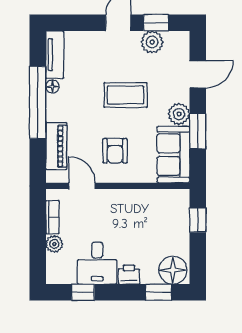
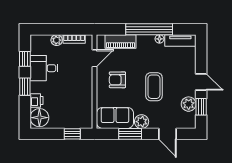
printer: (129, 275) -> (37, 100), moved
window: (158, 292) -> (25, 87), moved

